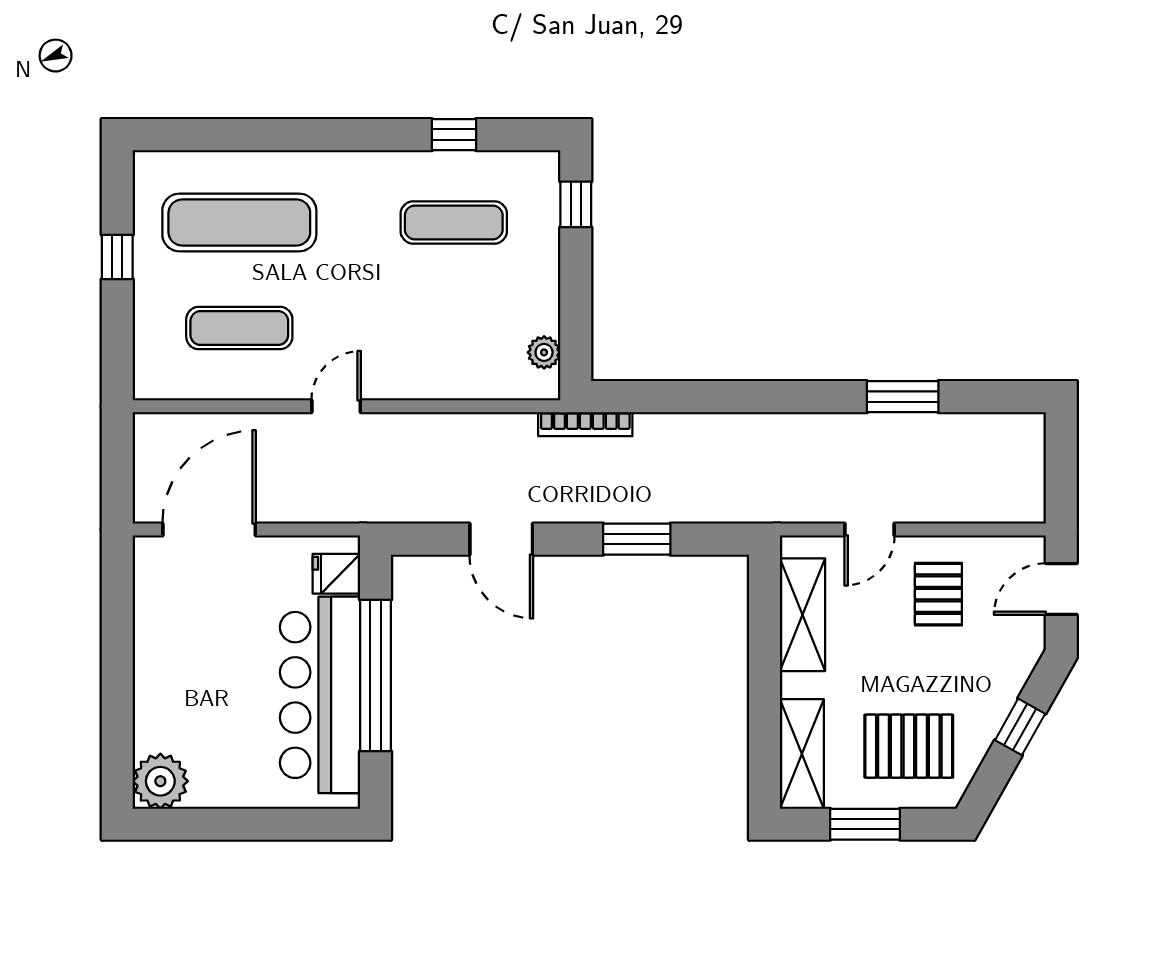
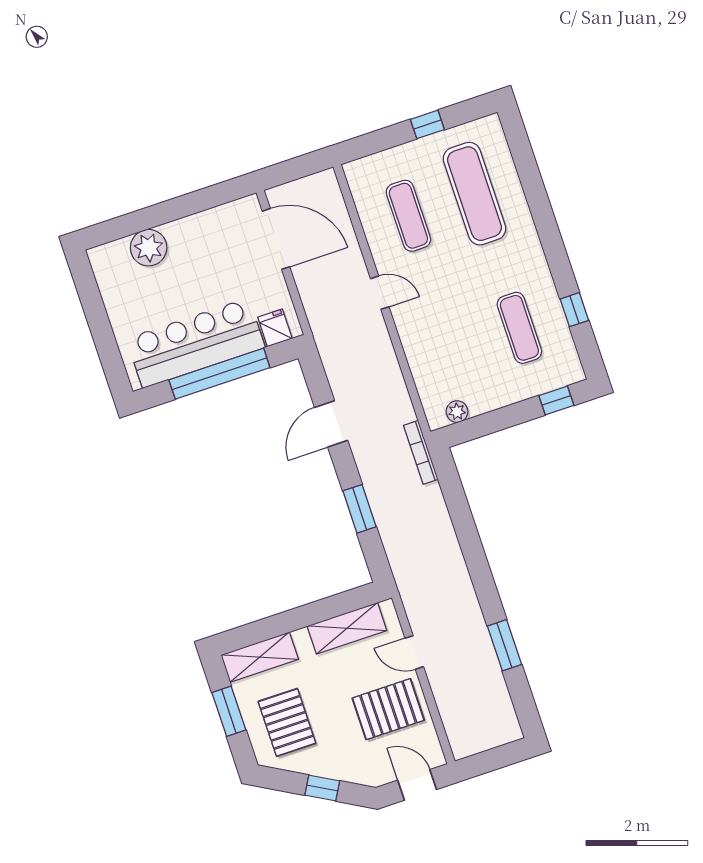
pallet: (938, 594) -> (388, 709), width x1.50, depth x1.42
plant: (160, 781) -> (149, 248), moved

